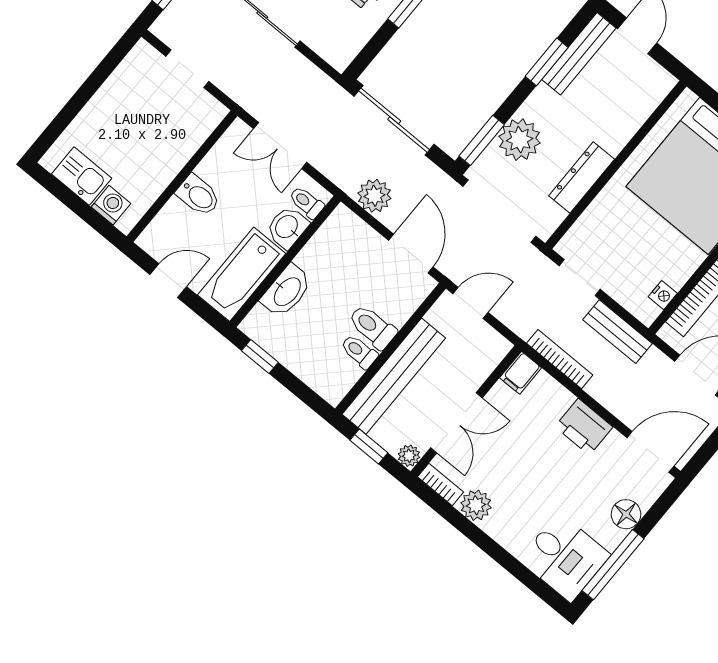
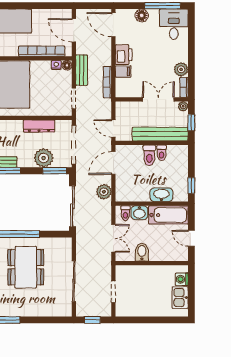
bidet: (198, 195) -> (142, 252), moved
floor lamp: (647, 313) -> (67, 65), added
filing cabinet: (521, 373) -> (123, 72), moved

